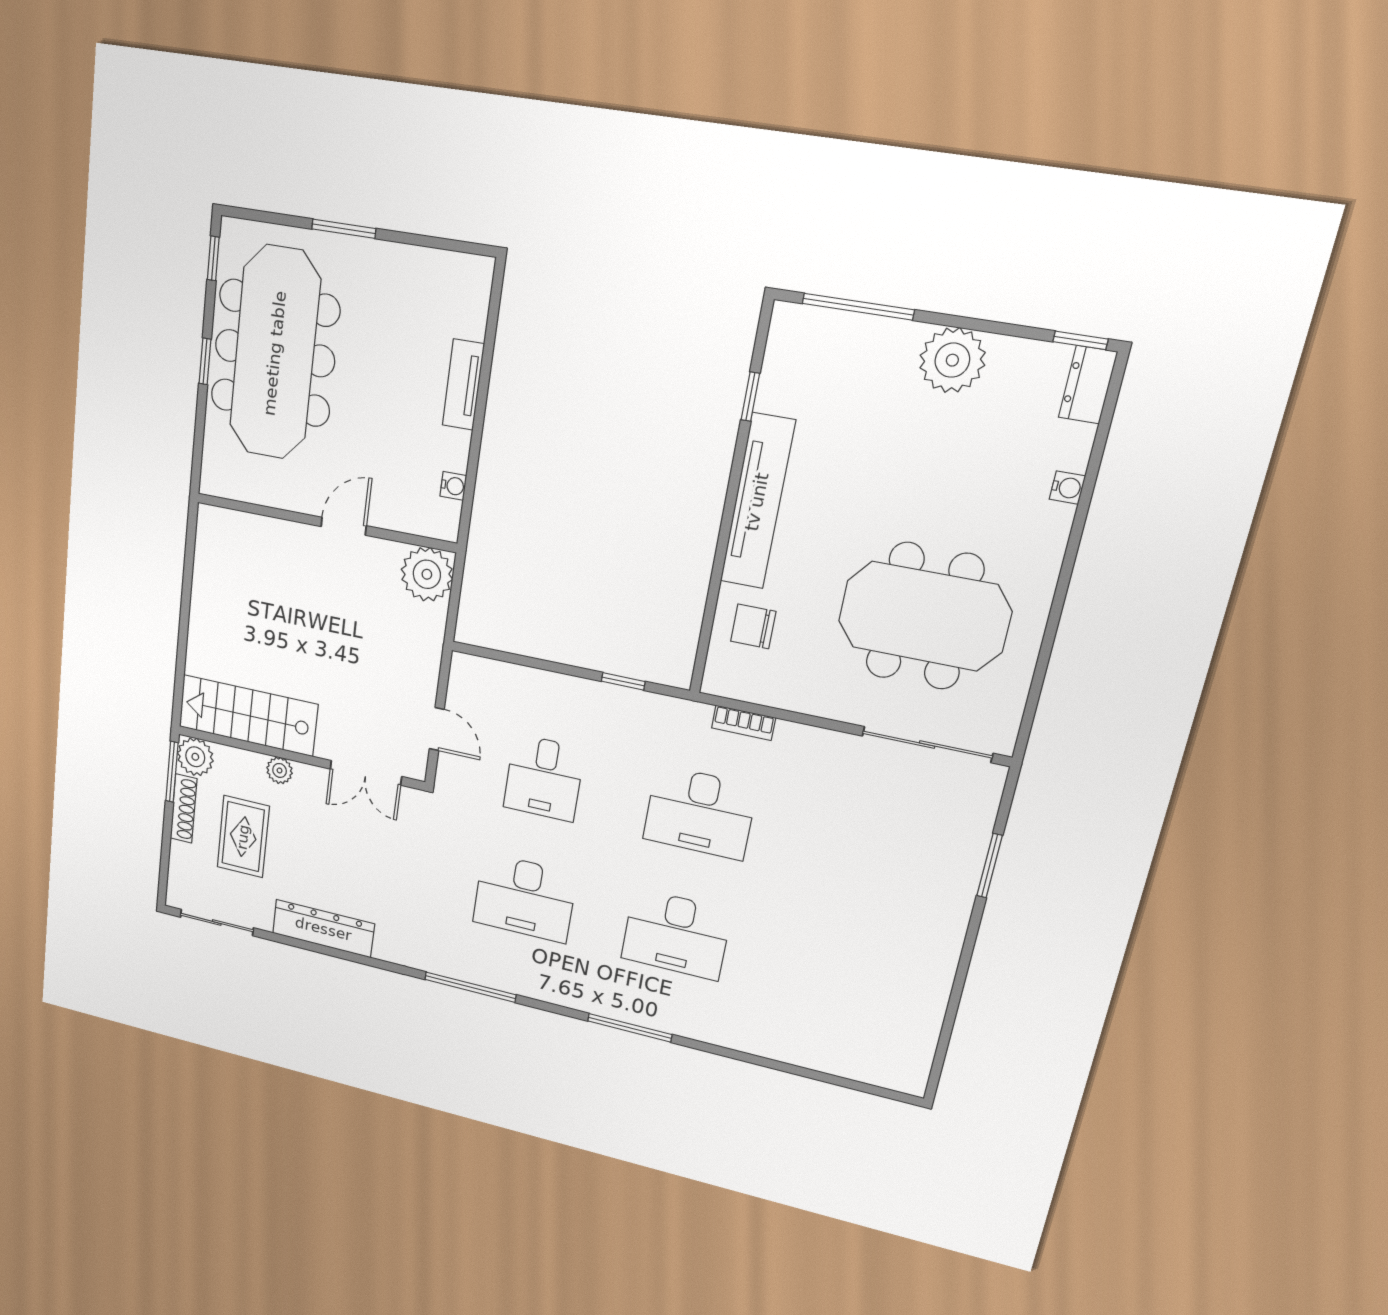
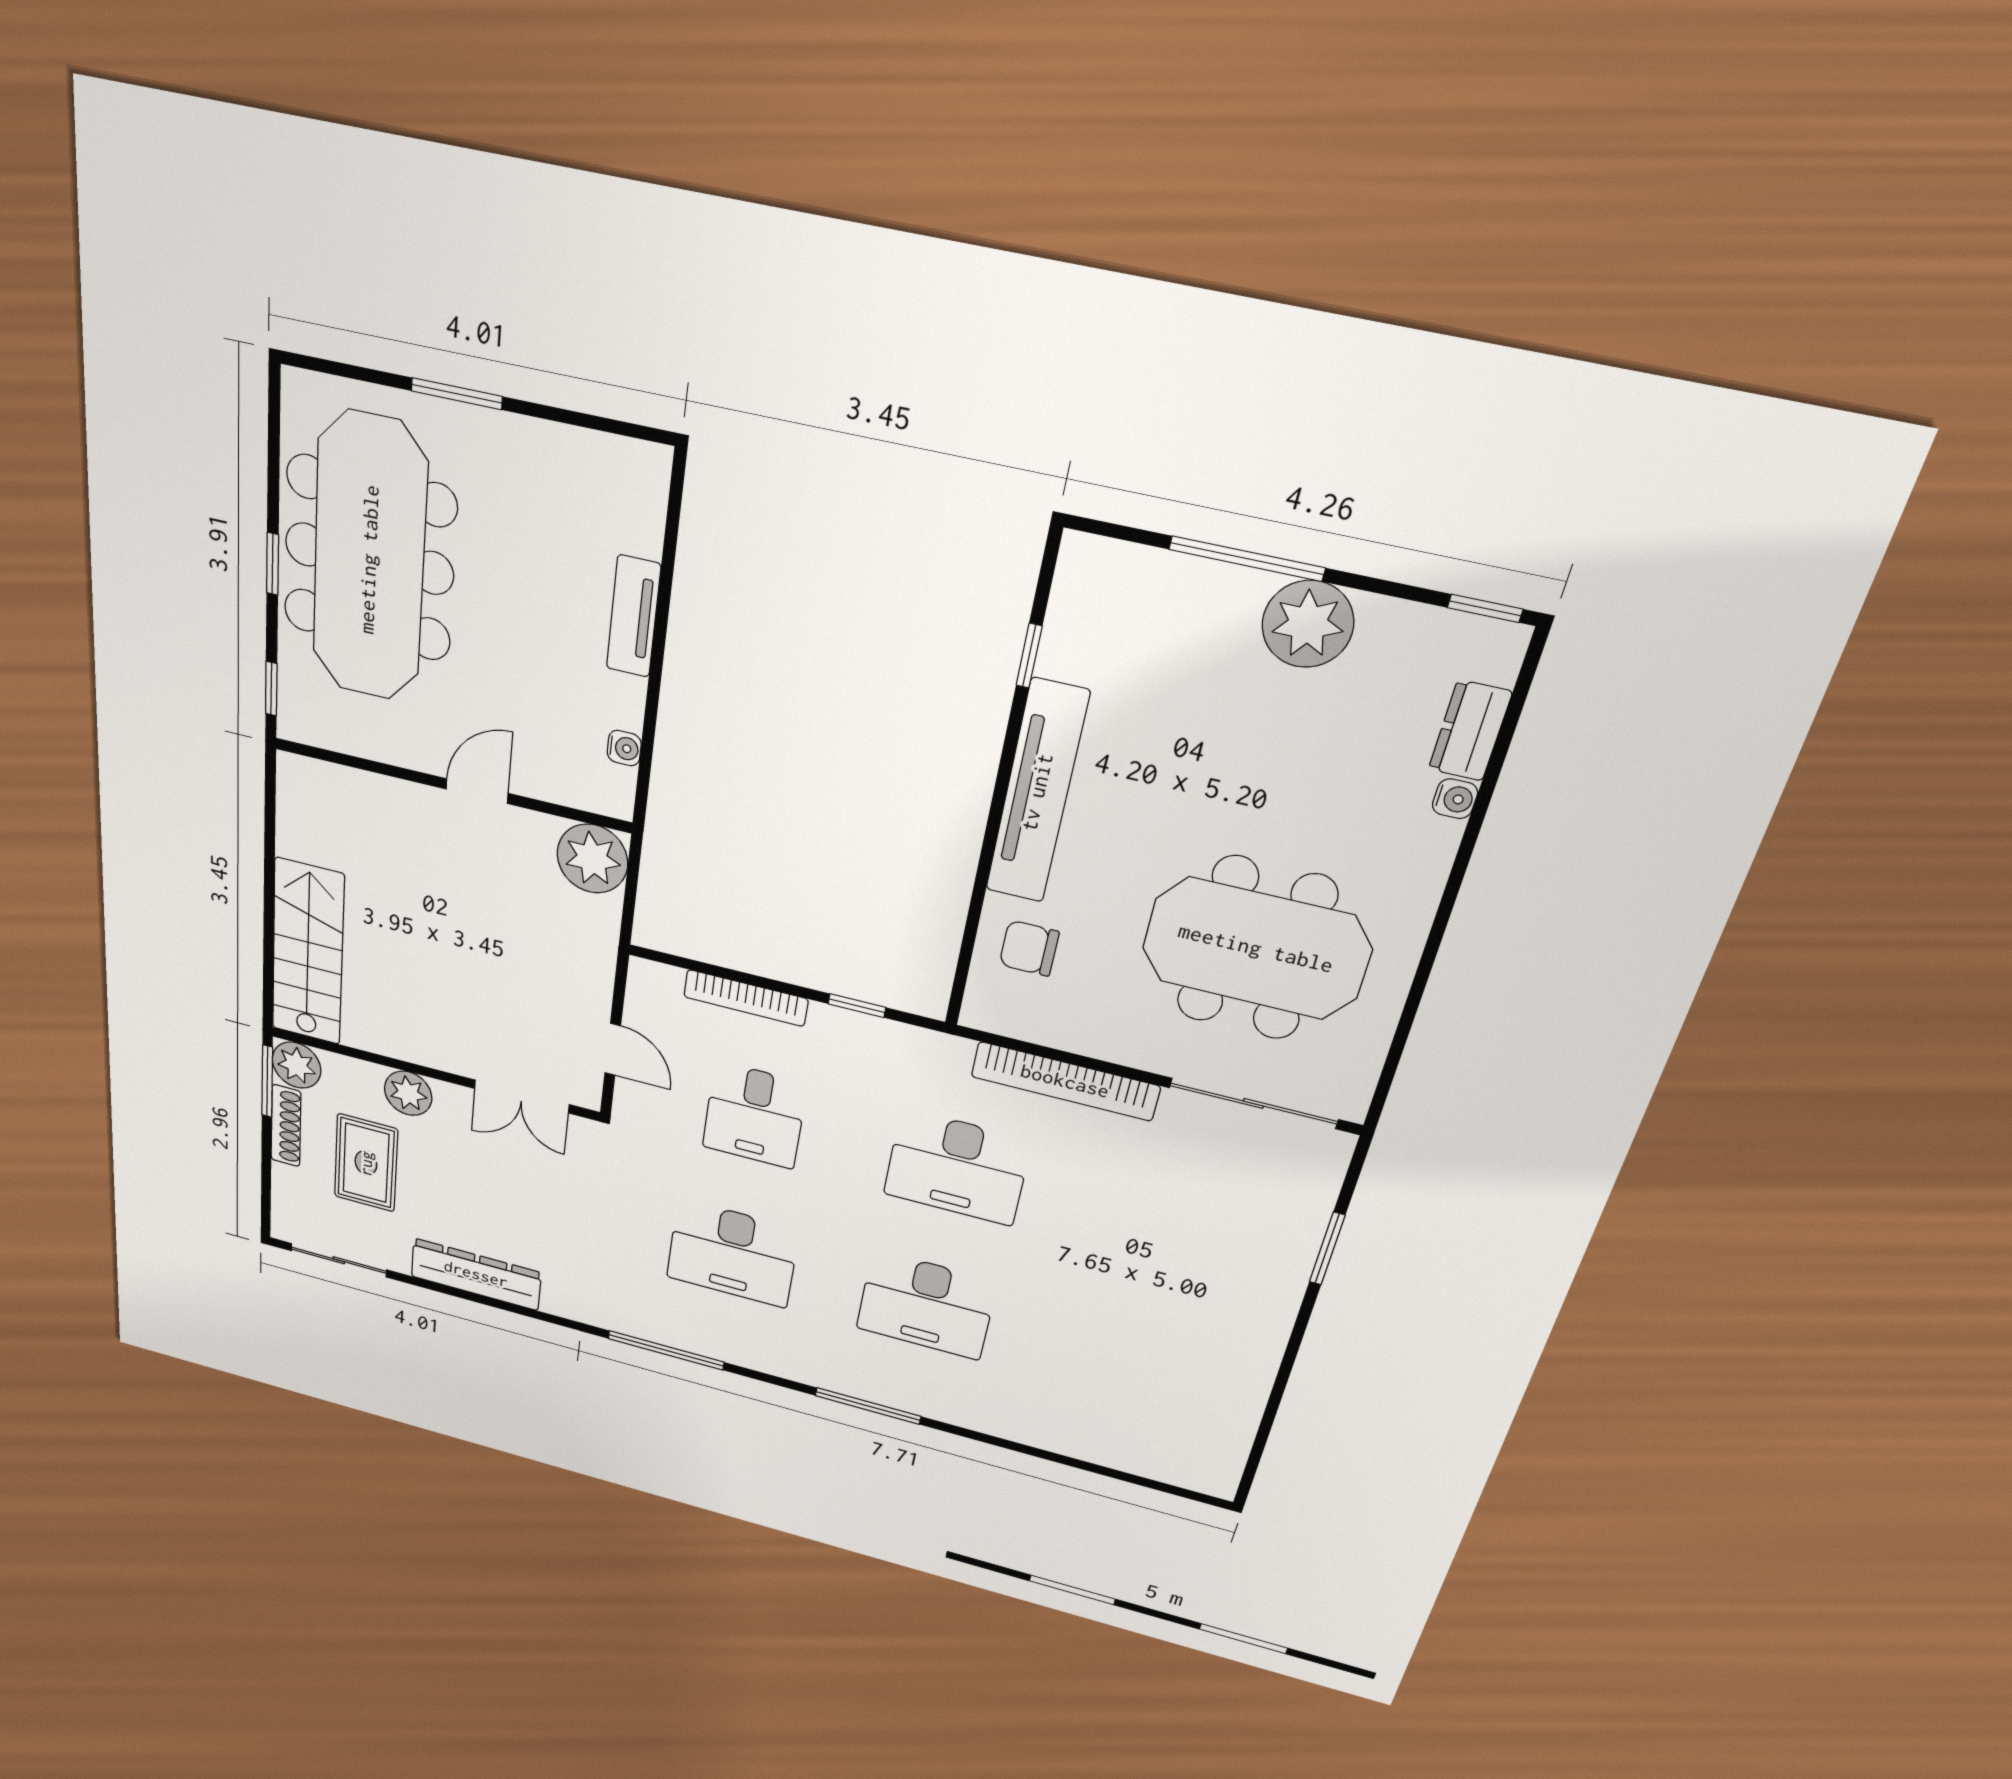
window: (213, 258) -> (271, 689), moved
window: (858, 307) -> (1247, 559), moved
dresser: (1088, 385) -> (1470, 731), moved
bookcase: (539, 680) -> (746, 998), added
stairs: (248, 715) -> (308, 953), moved, turned 90
bookcase: (744, 723) -> (1065, 1081), width x2.31, depth x1.31
plant: (280, 770) -> (408, 1093), width x1.38, depth x1.38

